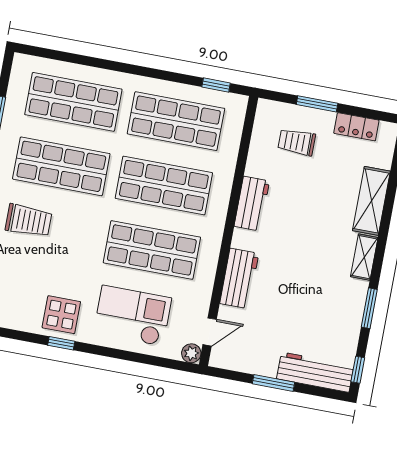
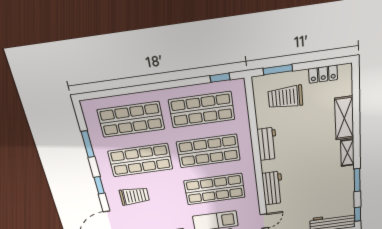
window: (317, 104) -> (278, 70), moved
trolley: (297, 142) -> (285, 97), width x1.36, depth x1.39

